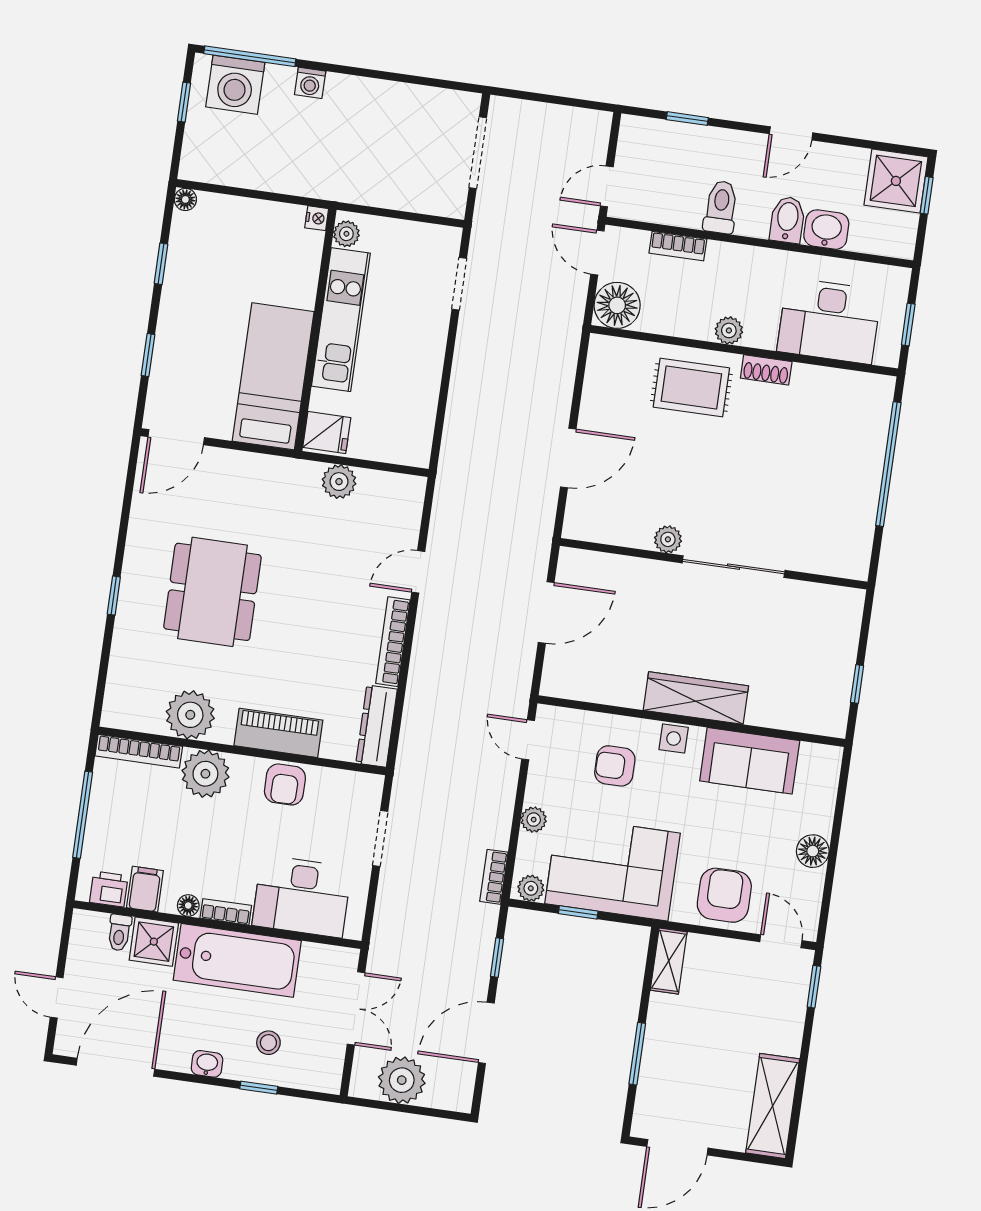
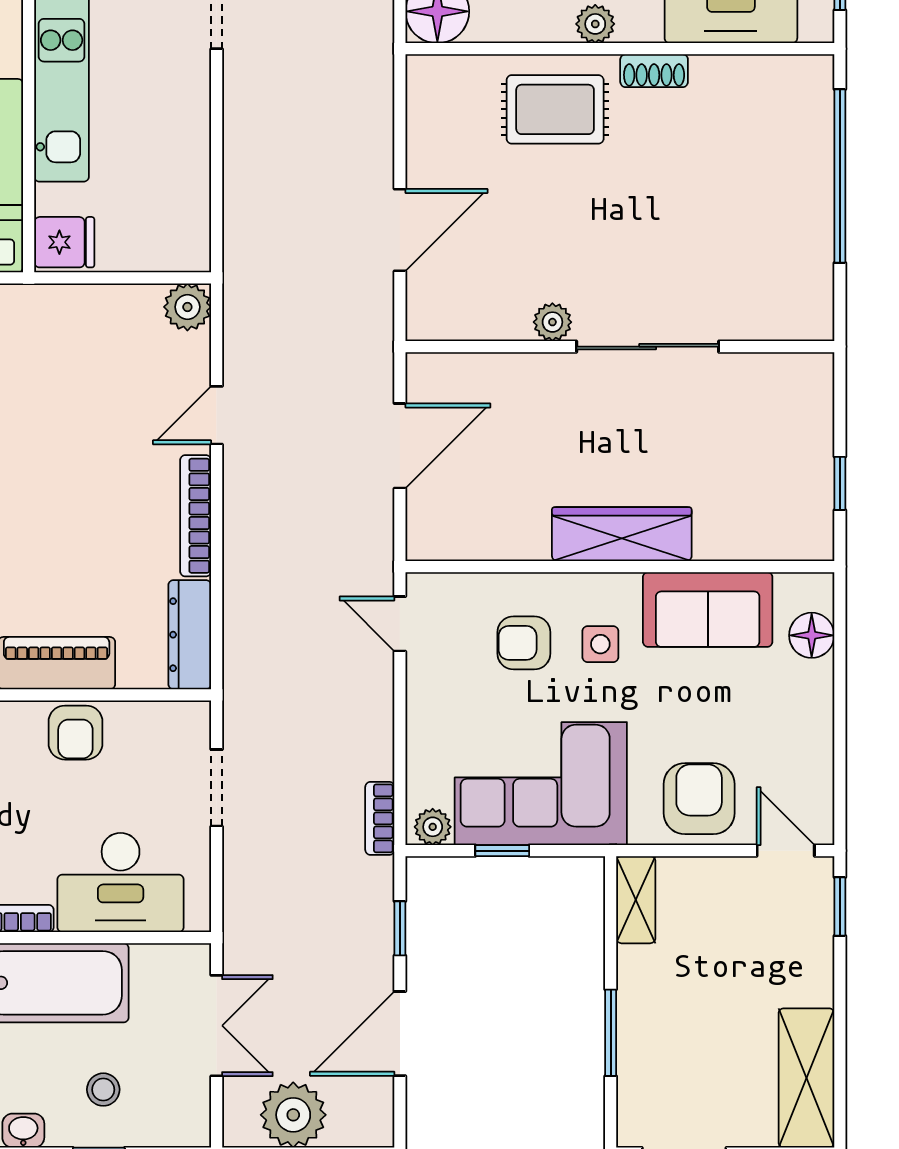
plant: (339, 482) -> (187, 307), moved
side table: (674, 739) -> (600, 644), moved
plant: (534, 820) -> (423, 732), removed
floor lamp: (813, 851) -> (812, 635), moved

